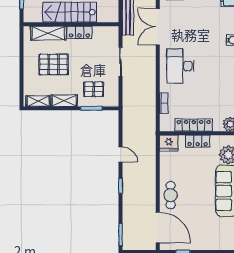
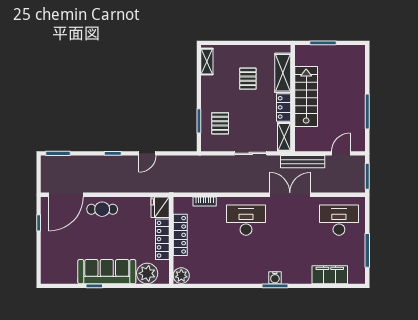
pallet: (54, 64) -> (248, 79), width x0.67, depth x0.71
shelving: (64, 101) -> (284, 137), moved
locker: (198, 141) -> (162, 239), width x1.53

